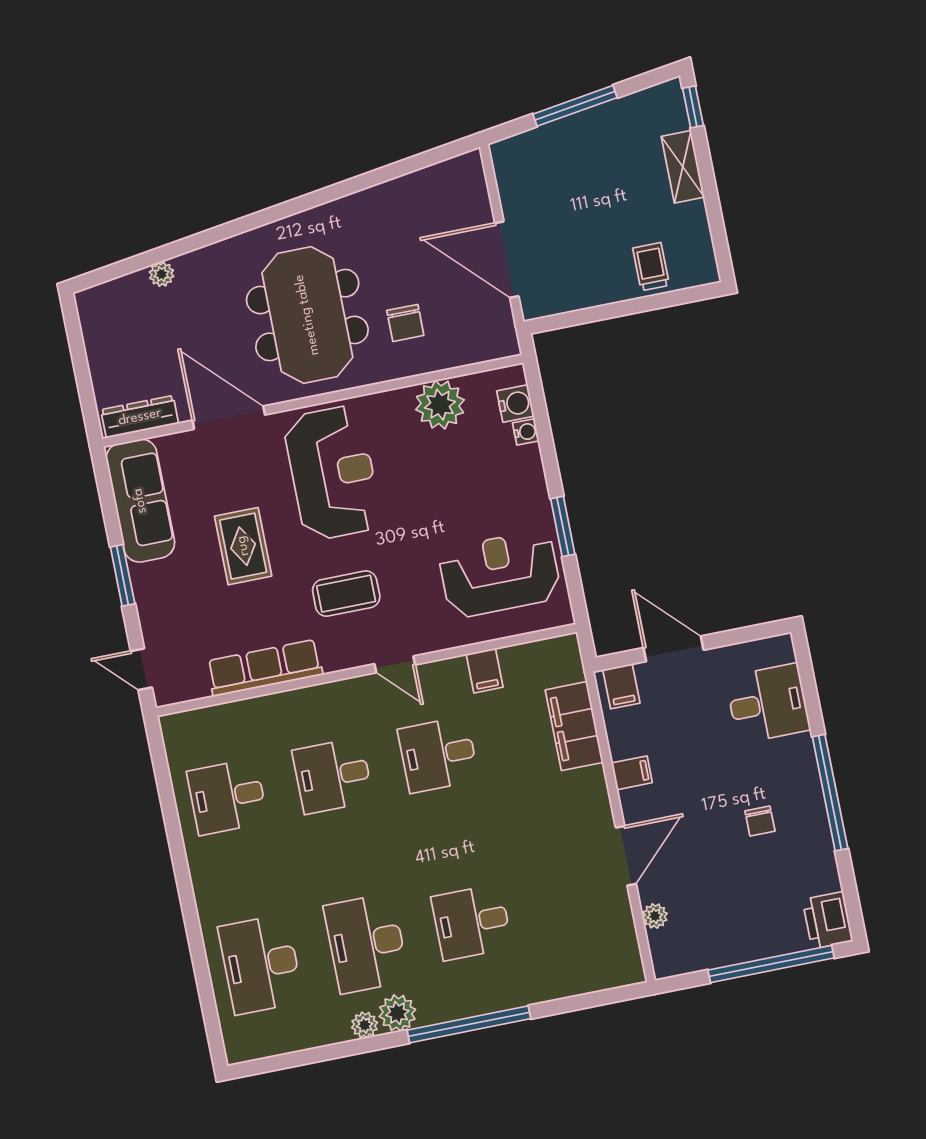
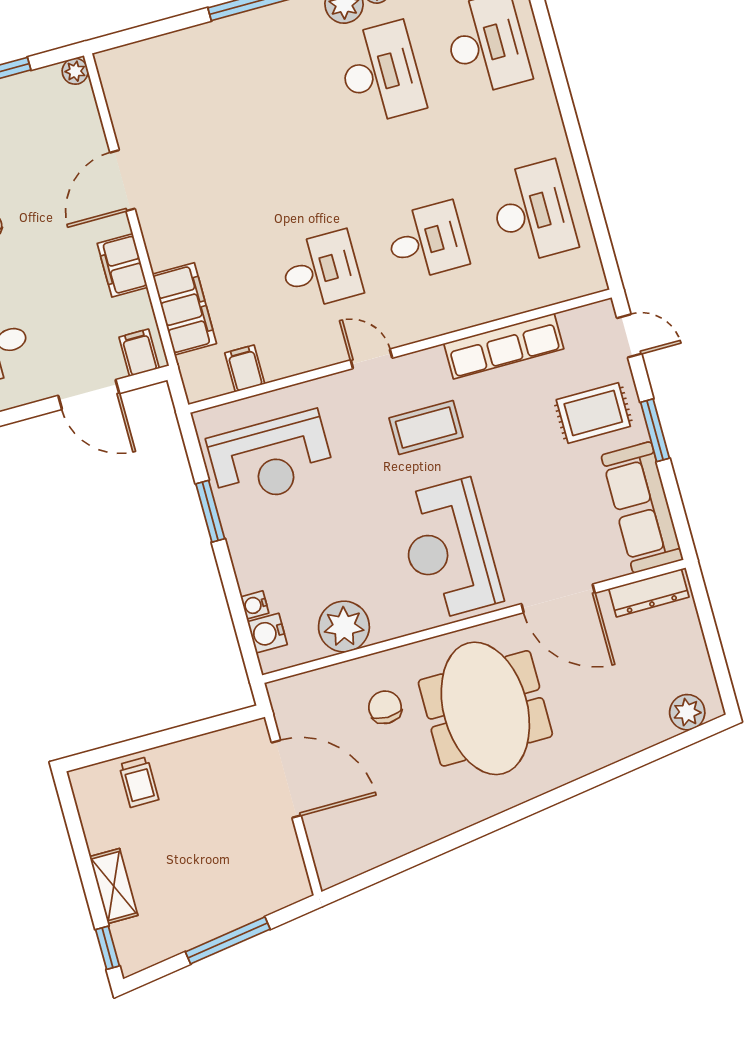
plant: (162, 274) -> (687, 712), moved, width x1.38, depth x1.38
rug: (243, 546) -> (593, 413), moved, turned 90
filing cabinet: (485, 671) -> (245, 368), moved
filing cabinet: (632, 773) -> (122, 265), width x2.00
desk: (227, 797) -> (533, 212), width x1.37
plant: (655, 916) -> (75, 71), moved
desk: (472, 922) -> (275, 102), removed

